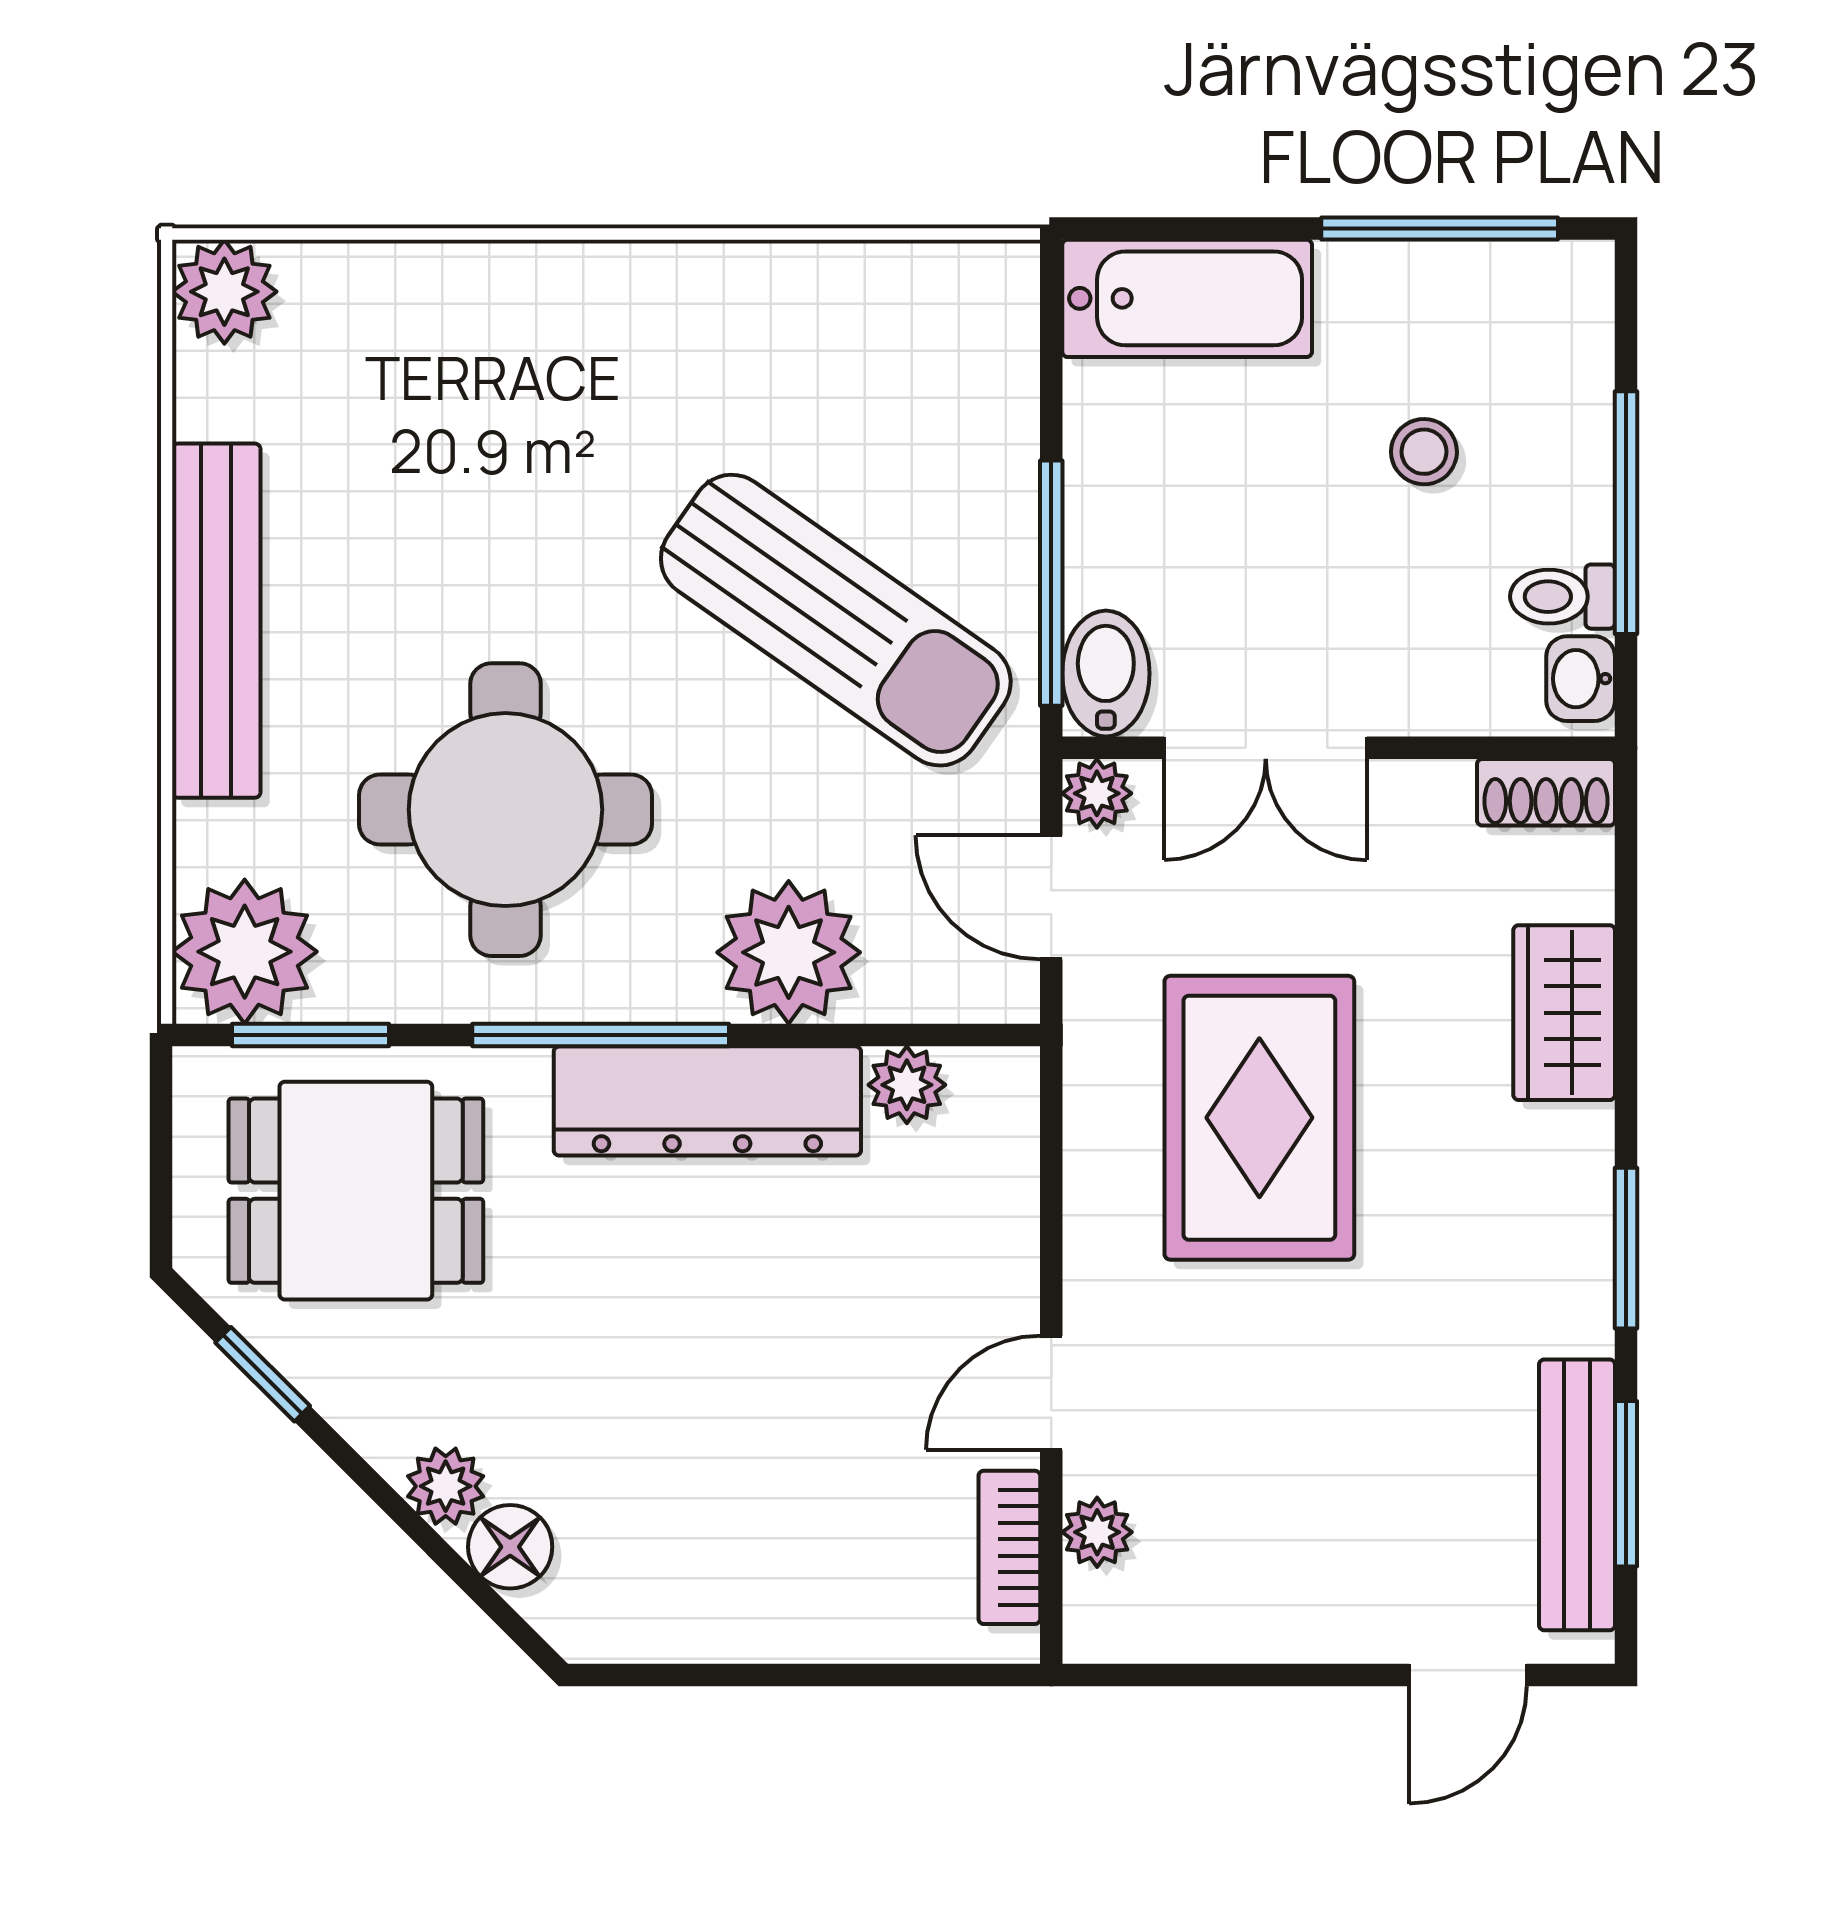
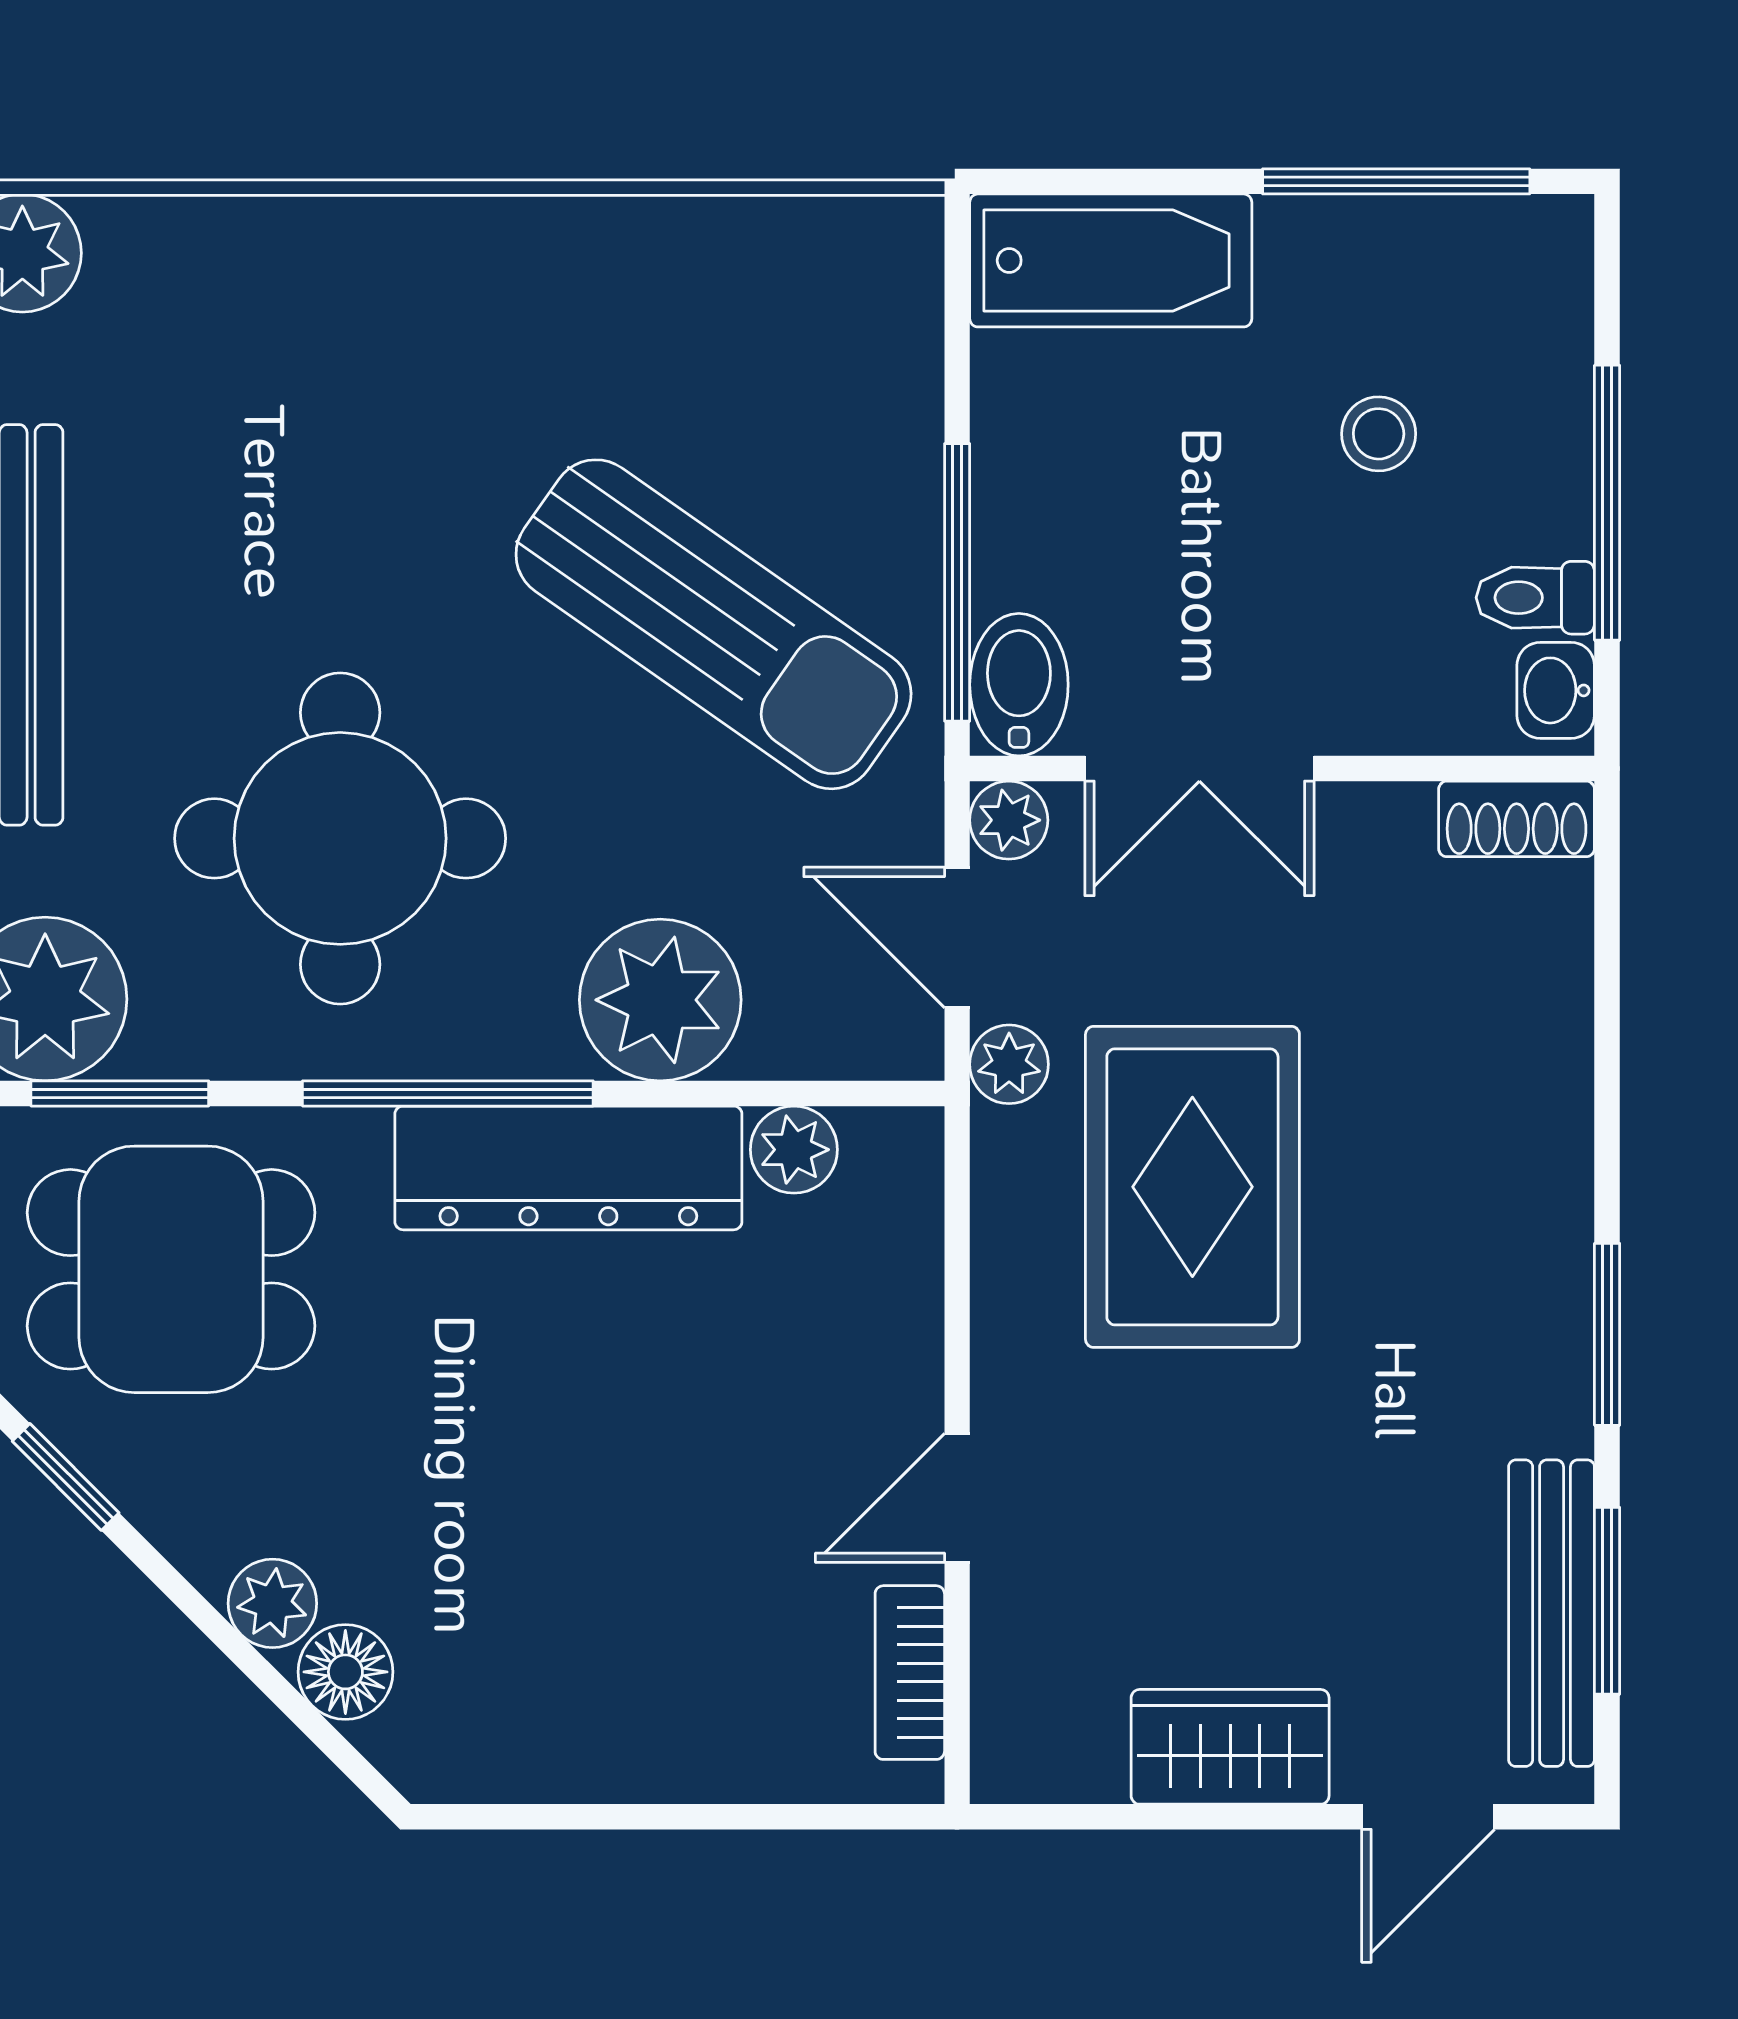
wardrobe: (1564, 1013) -> (1230, 1747), moved, turned 90
plant: (1097, 1532) -> (1009, 1064), moved

